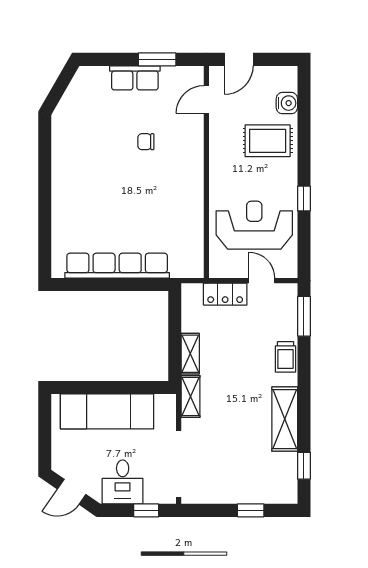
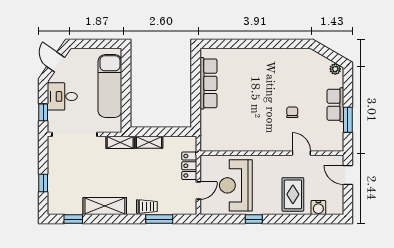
plant: (82, 78) -> (335, 69), added
door: (206, 99) -> (301, 153), moved
reception desk: (254, 225) -> (236, 185), turned 180
row of seats: (117, 266) -> (208, 83), width x0.73
window: (304, 316) -> (159, 219), moved
trolley: (285, 357) -> (147, 207), turned 180

